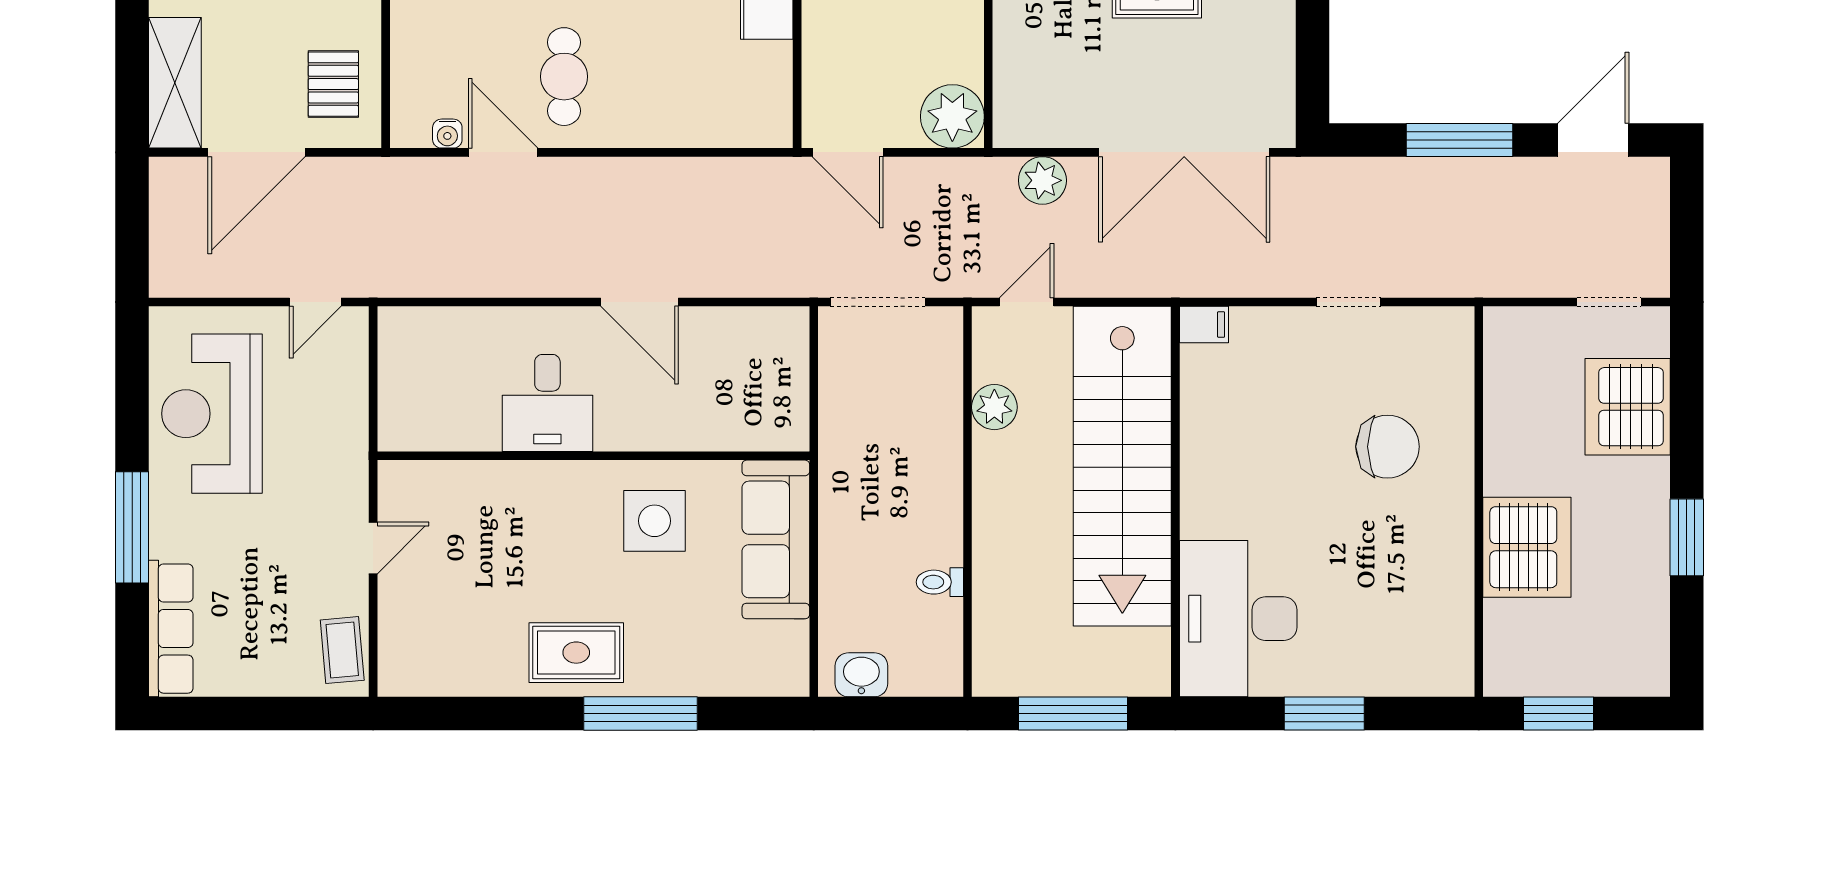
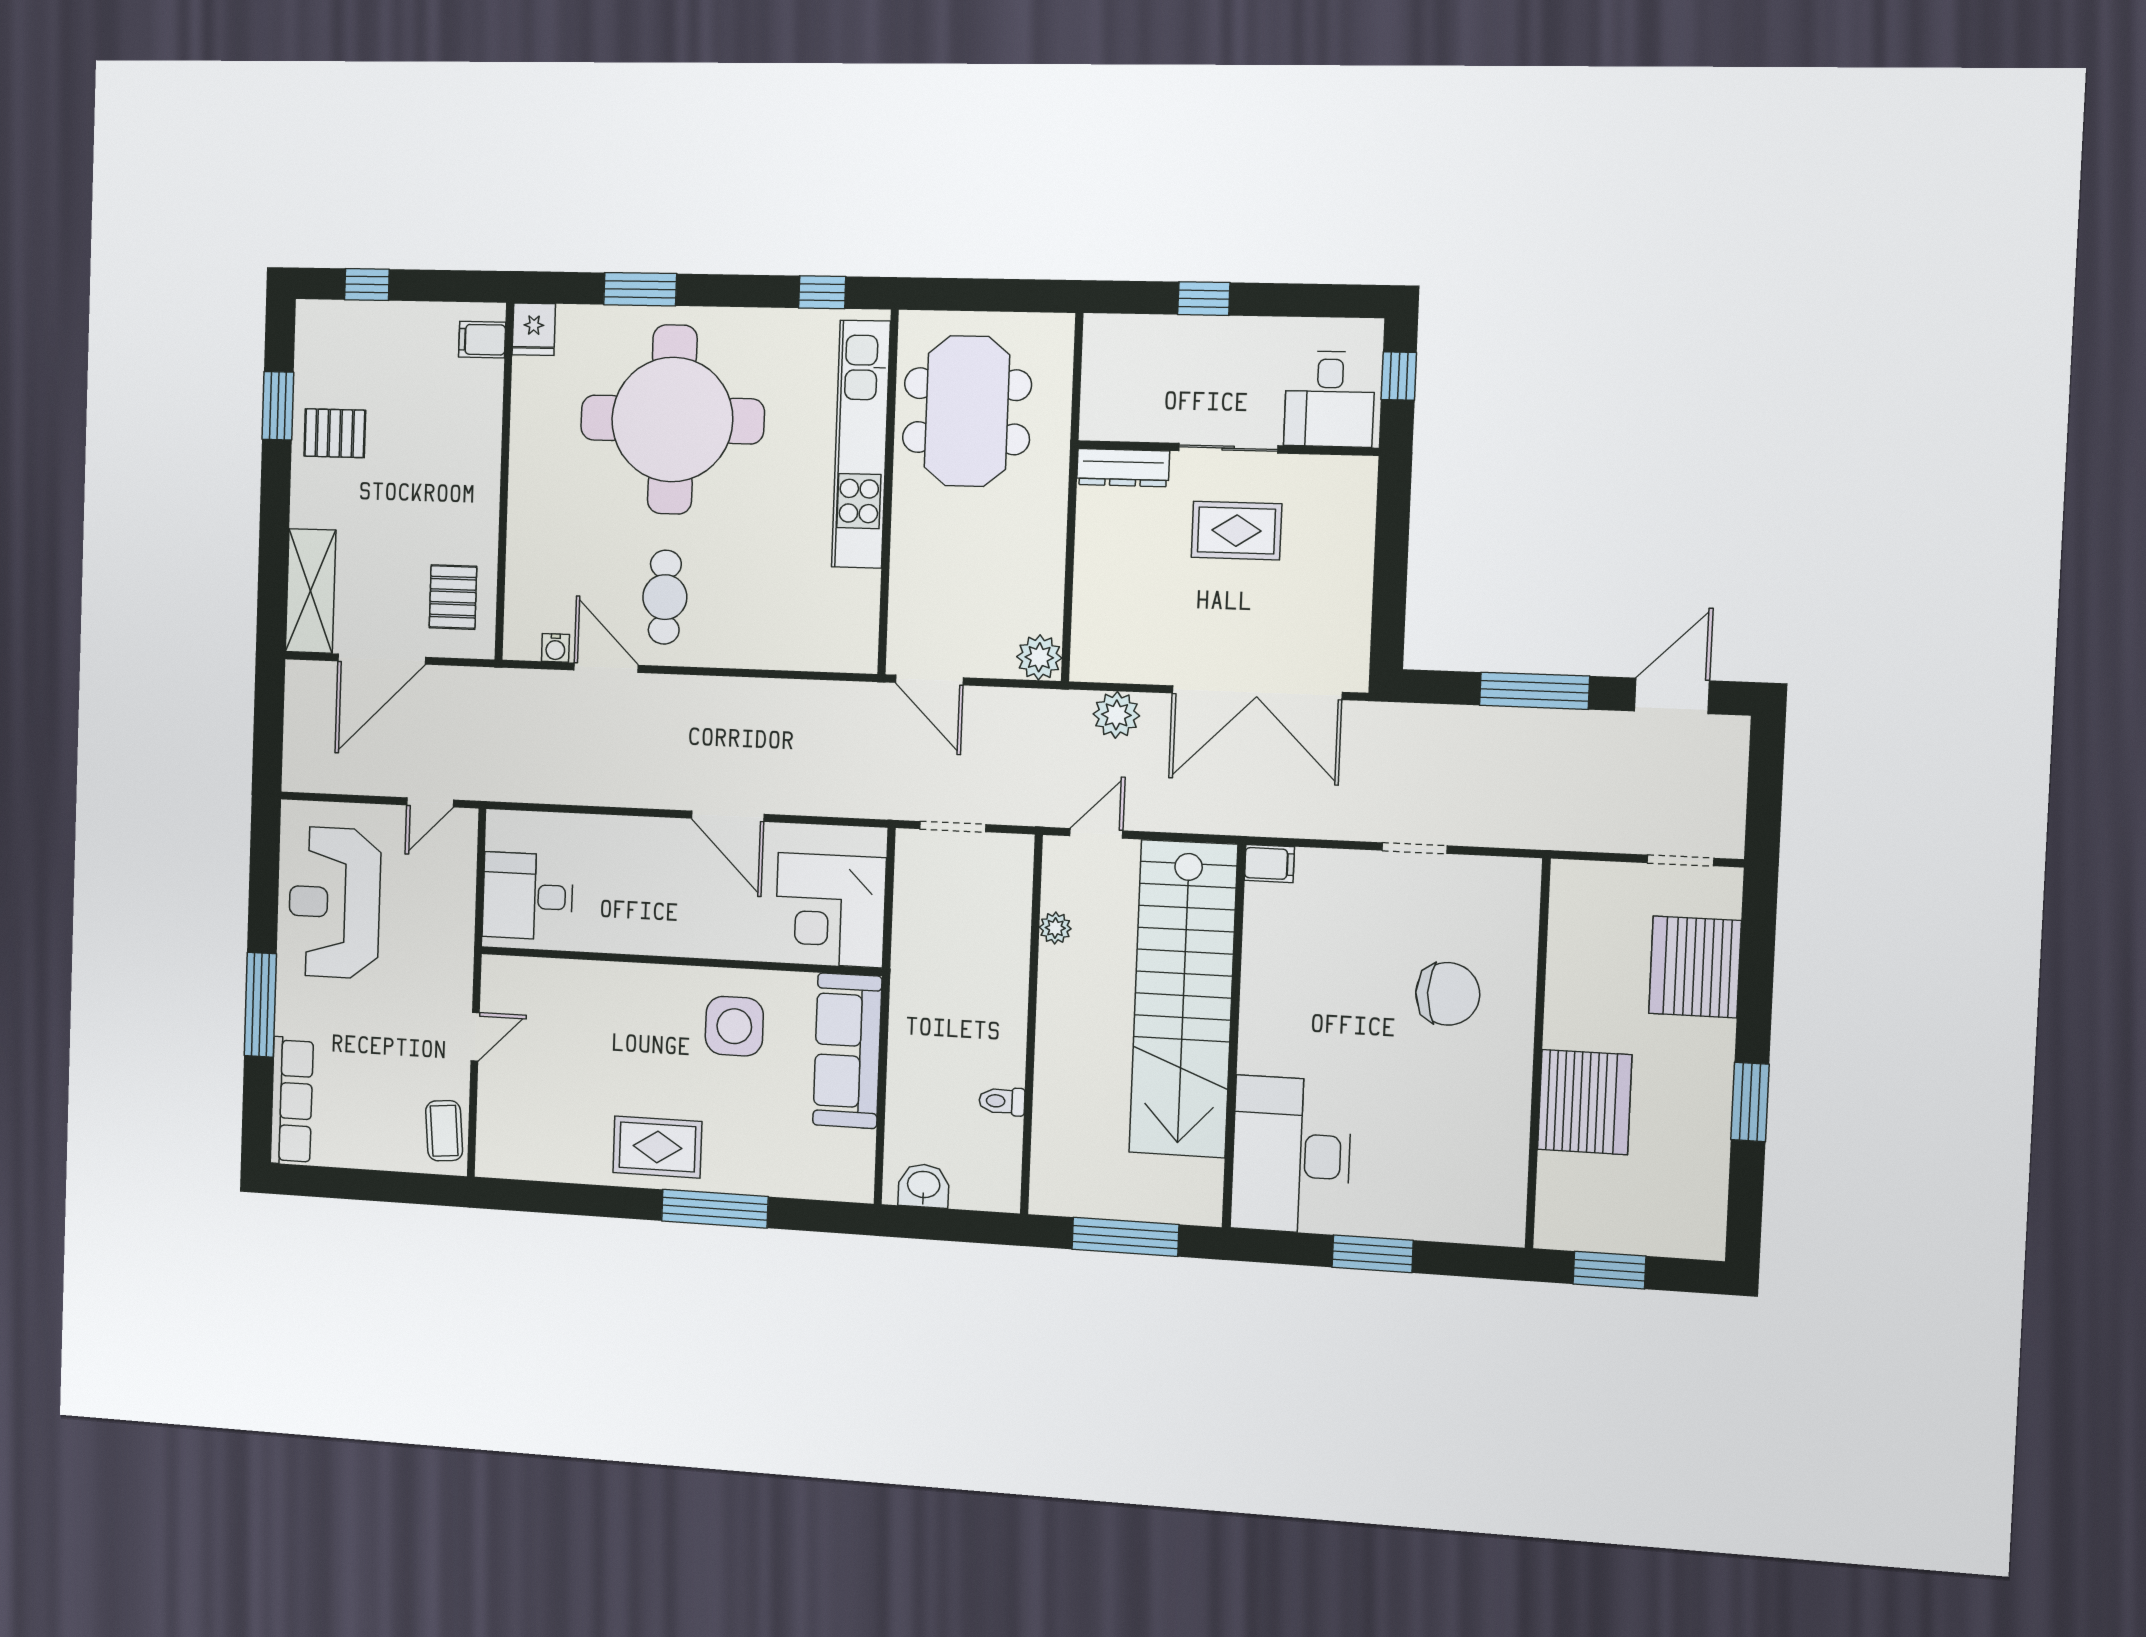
plant: (952, 116) -> (1039, 657), width x0.73, depth x0.73
doorway: (878, 302) -> (953, 827), width x0.73
corner desk: (752, 394) -> (830, 910), added
desk: (547, 403) -> (528, 896), moved, turned 90
plant: (994, 407) -> (1055, 928), width x0.73, depth x0.73

